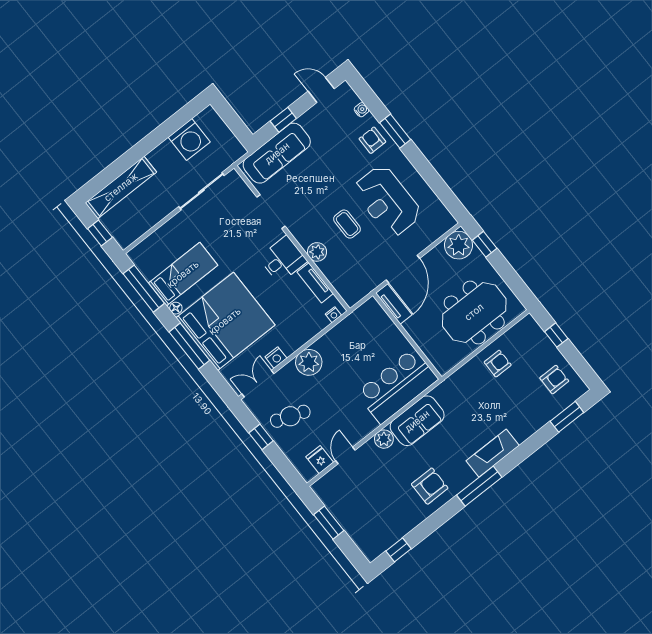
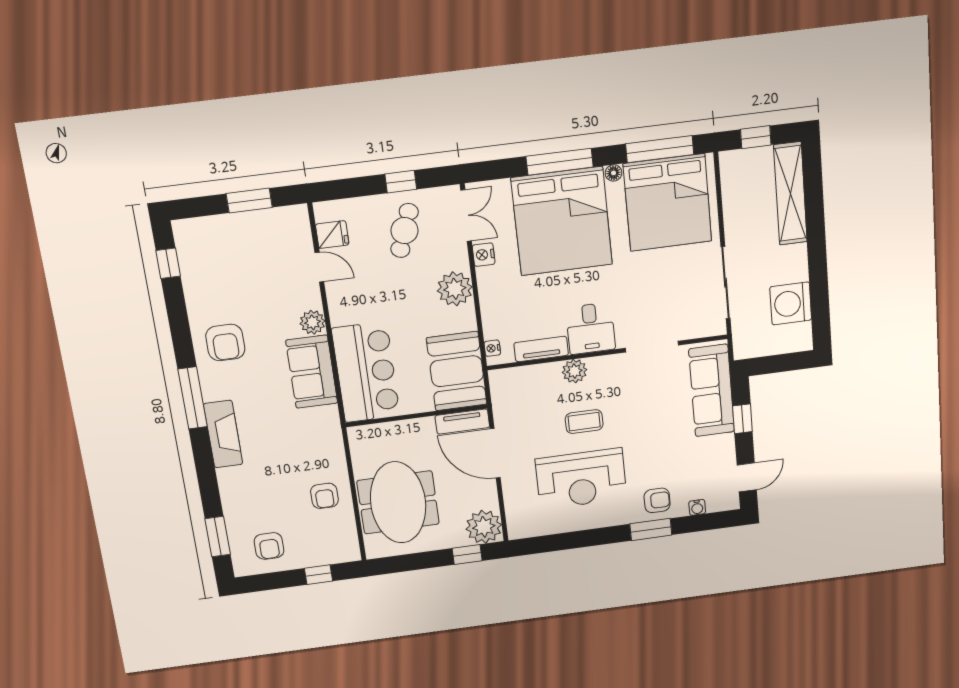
reception desk: (387, 201) -> (581, 479), turned 180
bed: (183, 274) -> (668, 203), width x2.04
booth: (362, 328) -> (457, 371), added

